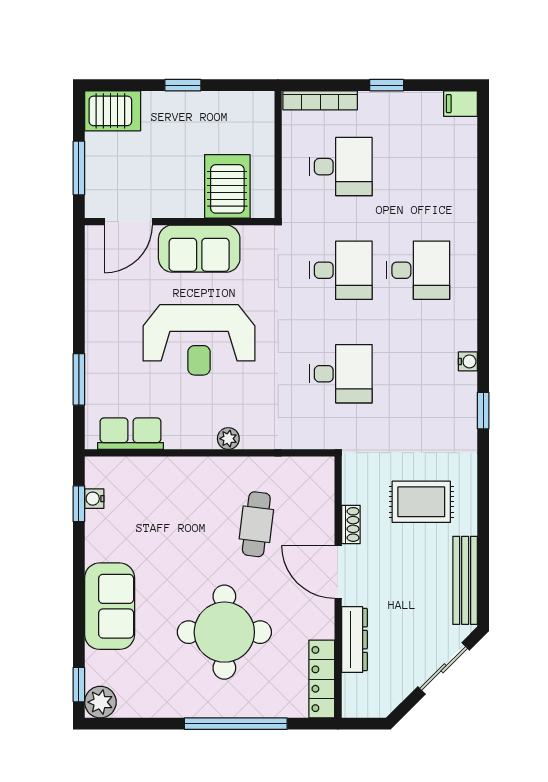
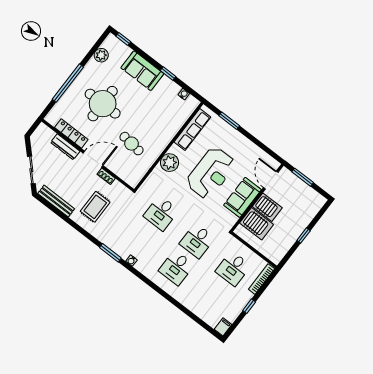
server rack: (113, 111) -> (267, 207), moved, turned -90
reception desk: (199, 340) -> (211, 173), turned 180
window: (483, 411) -> (110, 253), width x1.50
row of seats: (130, 434) -> (192, 130), width x1.48
plant: (228, 439) -> (169, 163), width x1.88, depth x1.88
window: (79, 504) -> (168, 74), moved
locker: (322, 679) -> (71, 133), moved
plant: (100, 702) -> (101, 55), moved

